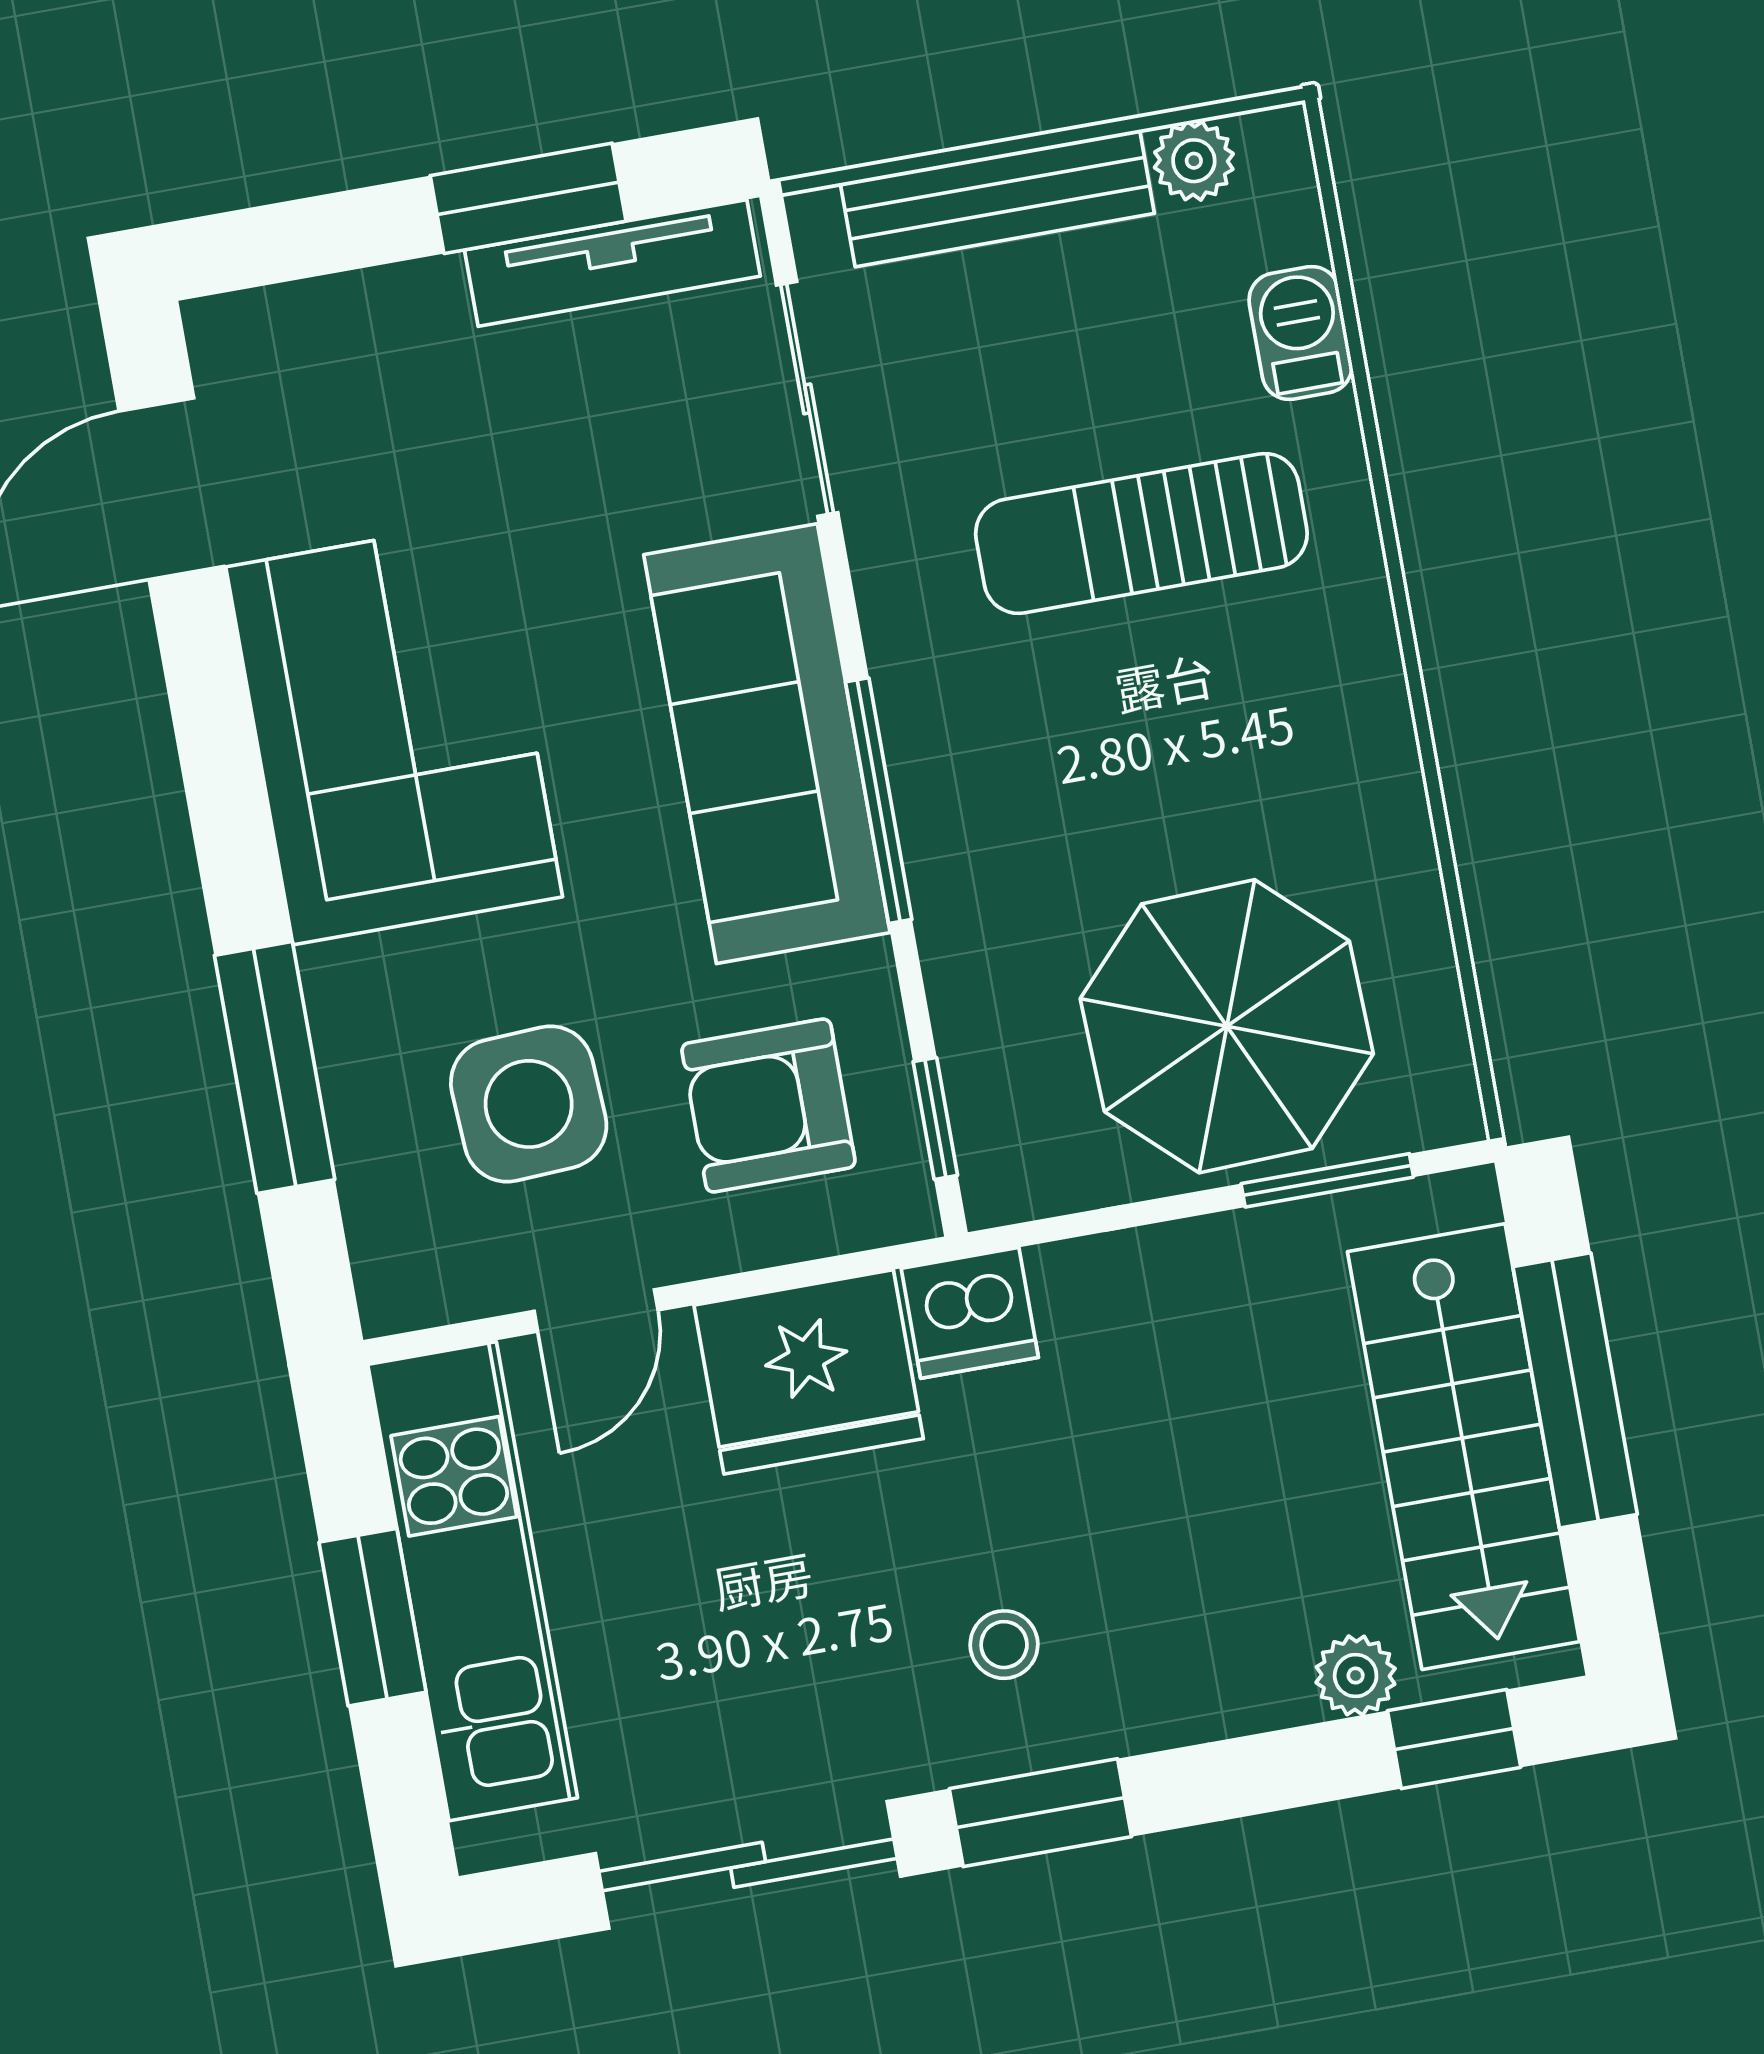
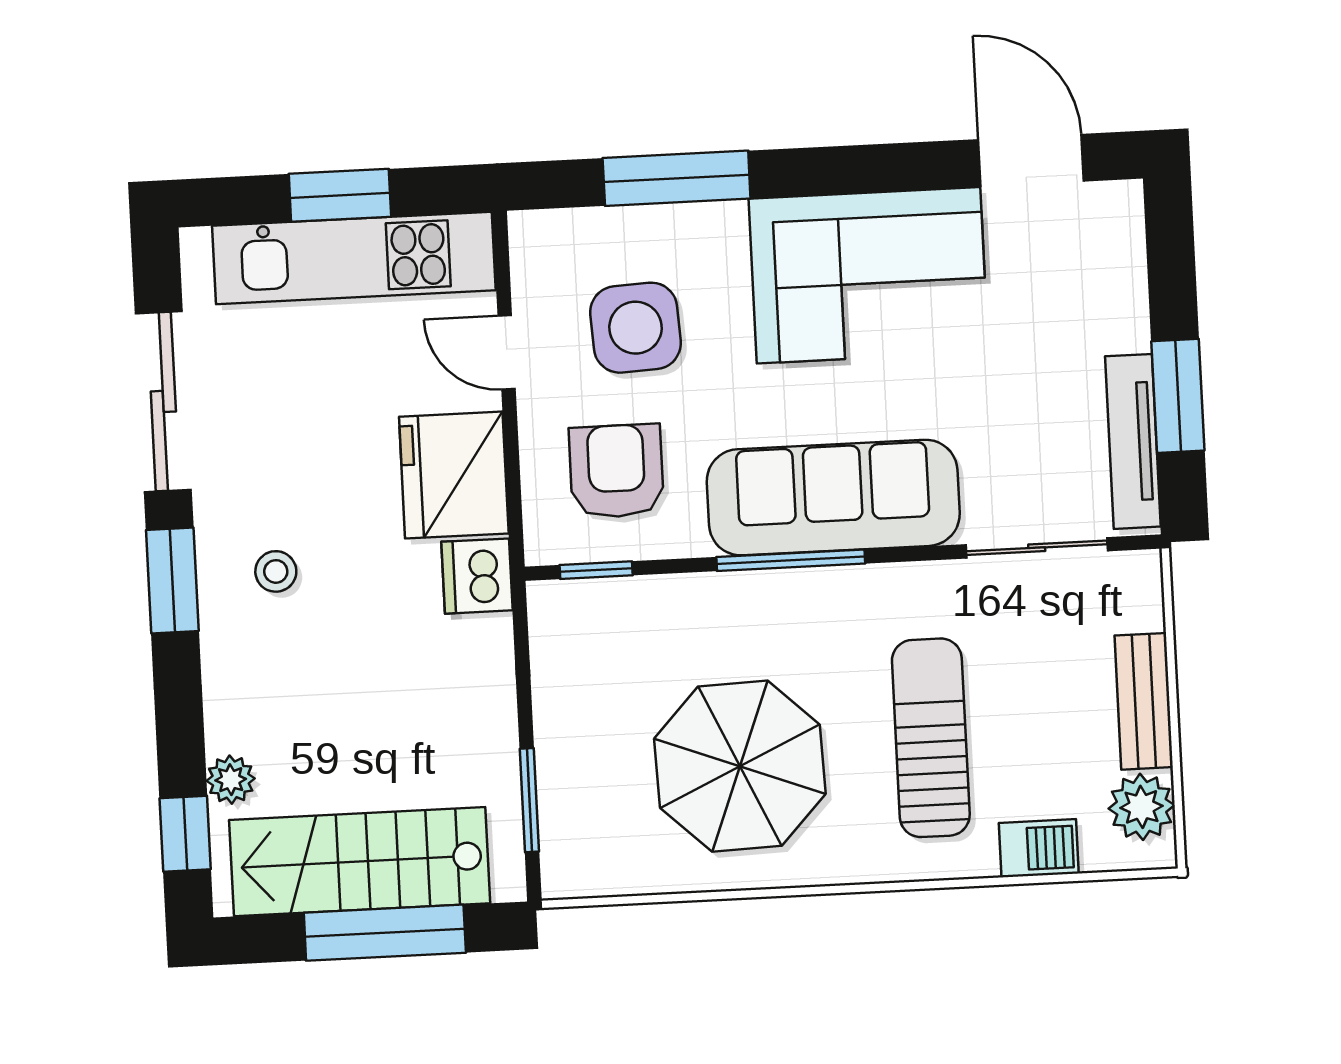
plant: (1194, 161) -> (1142, 807), width x1.38, depth x1.38
bench: (997, 198) -> (1144, 701), width x0.73
parasol: (1227, 1026) -> (740, 766), moved

